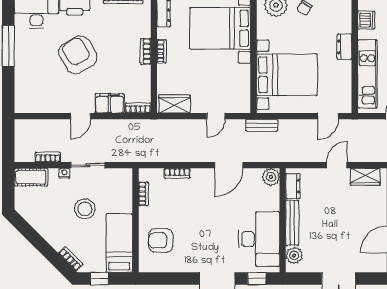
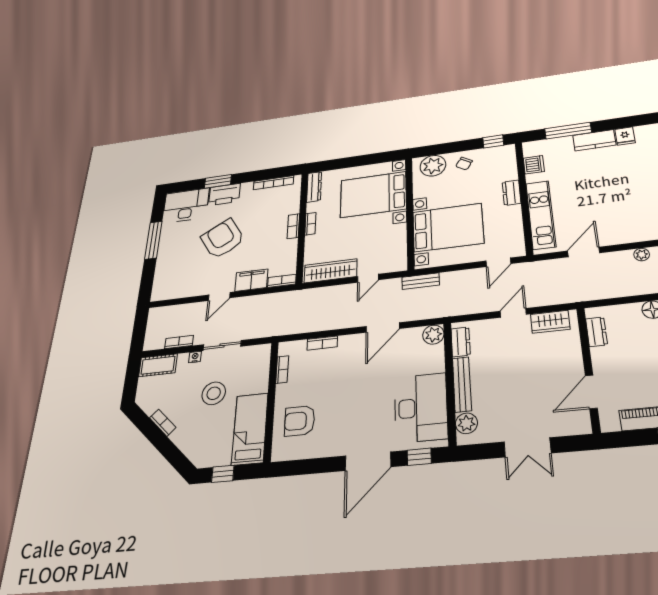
wardrobe: (174, 104) -> (331, 271), width x1.50
bookcase: (71, 259) -> (163, 423), moved

